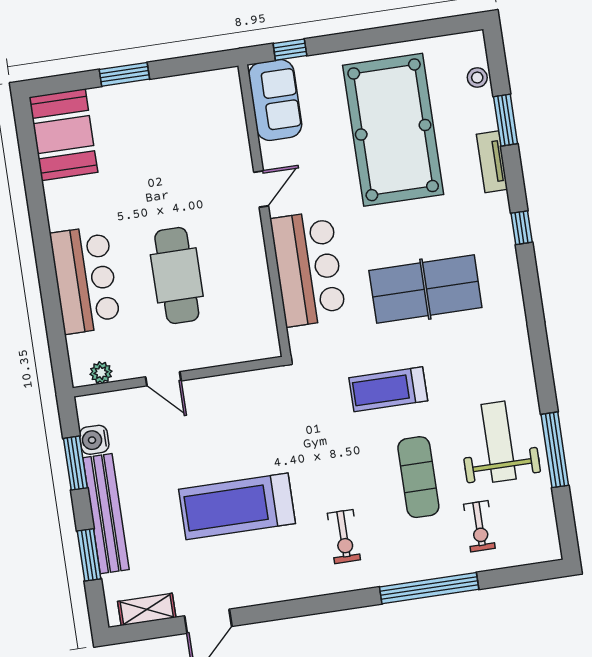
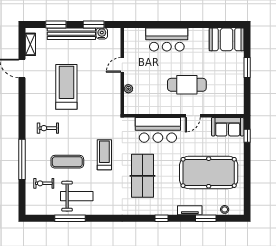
door: (261, 189) -> (193, 116), hinge flipped
cafe table: (177, 275) -> (187, 85), moved
plant: (101, 373) -> (128, 89), moved

